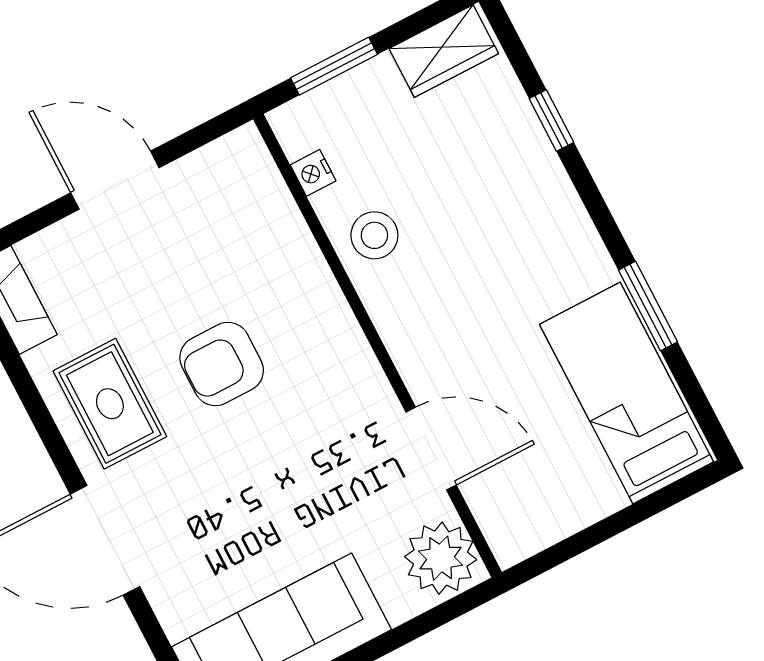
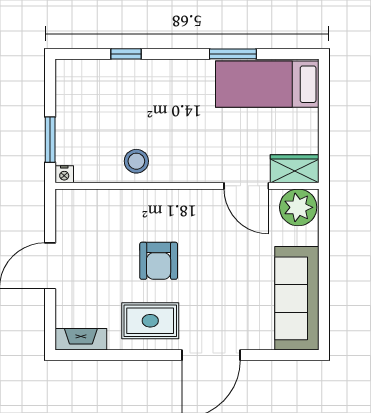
wardrobe: (444, 51) -> (295, 169), moved, turned -90
nightstand: (313, 173) -> (64, 174), moved
door: (431, 449) -> (246, 186), swing flipped

